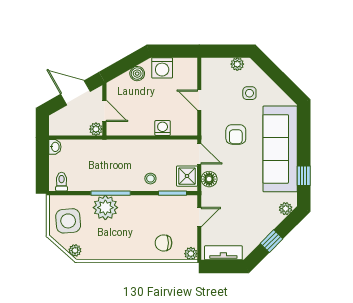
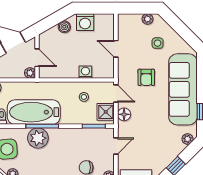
bathtub: (100, 176) -> (34, 112), added
stool: (150, 179) -> (84, 97), moved

